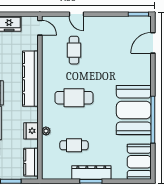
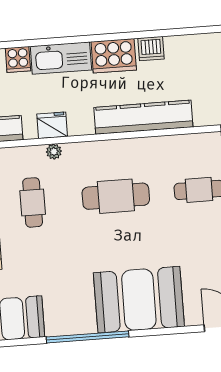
cafe table: (74, 98) -> (116, 196), turned 90
booth: (134, 110) -> (139, 300), moved

